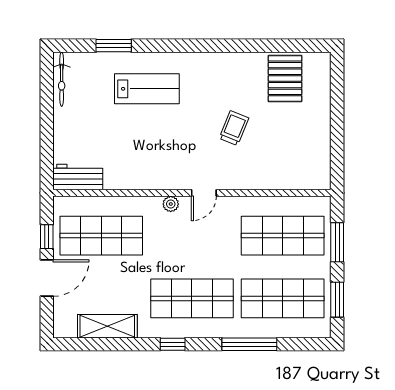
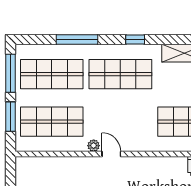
door: (204, 193) -> (111, 154), hinge flipped
plant: (171, 204) -> (94, 146), moved
window: (337, 300) -> (11, 73), width x1.44

